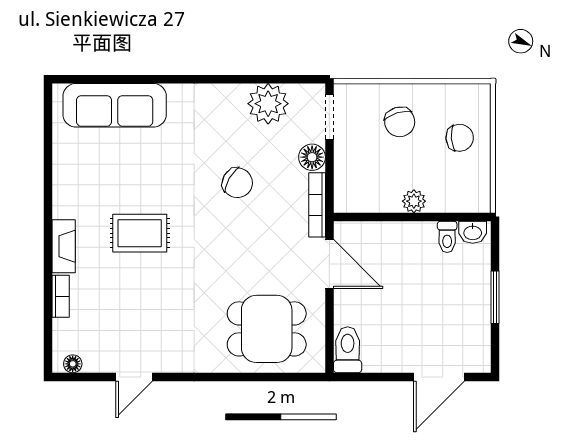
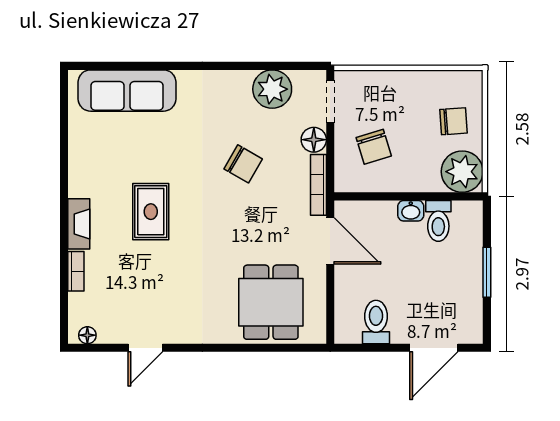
chair: (400, 122) -> (374, 147), moved
plant: (414, 201) -> (462, 172), moved, width x1.87, depth x1.87
washbasin: (473, 232) -> (411, 211), moved
rug: (140, 233) -> (151, 212), turned 90
toilet: (447, 237) -> (438, 221), width x1.37, depth x1.39
dining table: (267, 329) -> (271, 302), turned 90
toilet: (348, 350) -> (376, 322), moved

